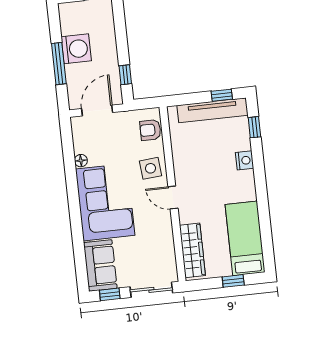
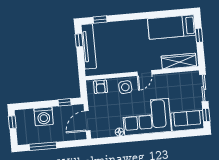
washing machine: (76, 49) -> (44, 116), moved, turned 180
window: (59, 64) -> (43, 146), moved
door: (97, 110) -> (87, 121), hinge flipped
nightstand: (245, 160) -> (121, 26), removed

